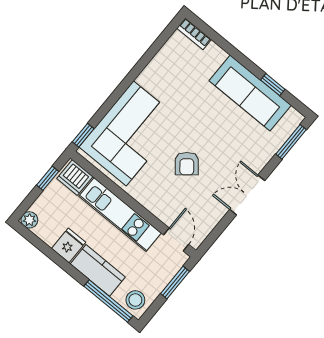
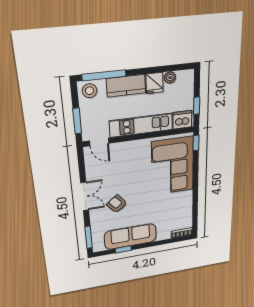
armchair: (187, 164) -> (117, 204), moved
plant: (29, 220) -> (170, 78), moved

